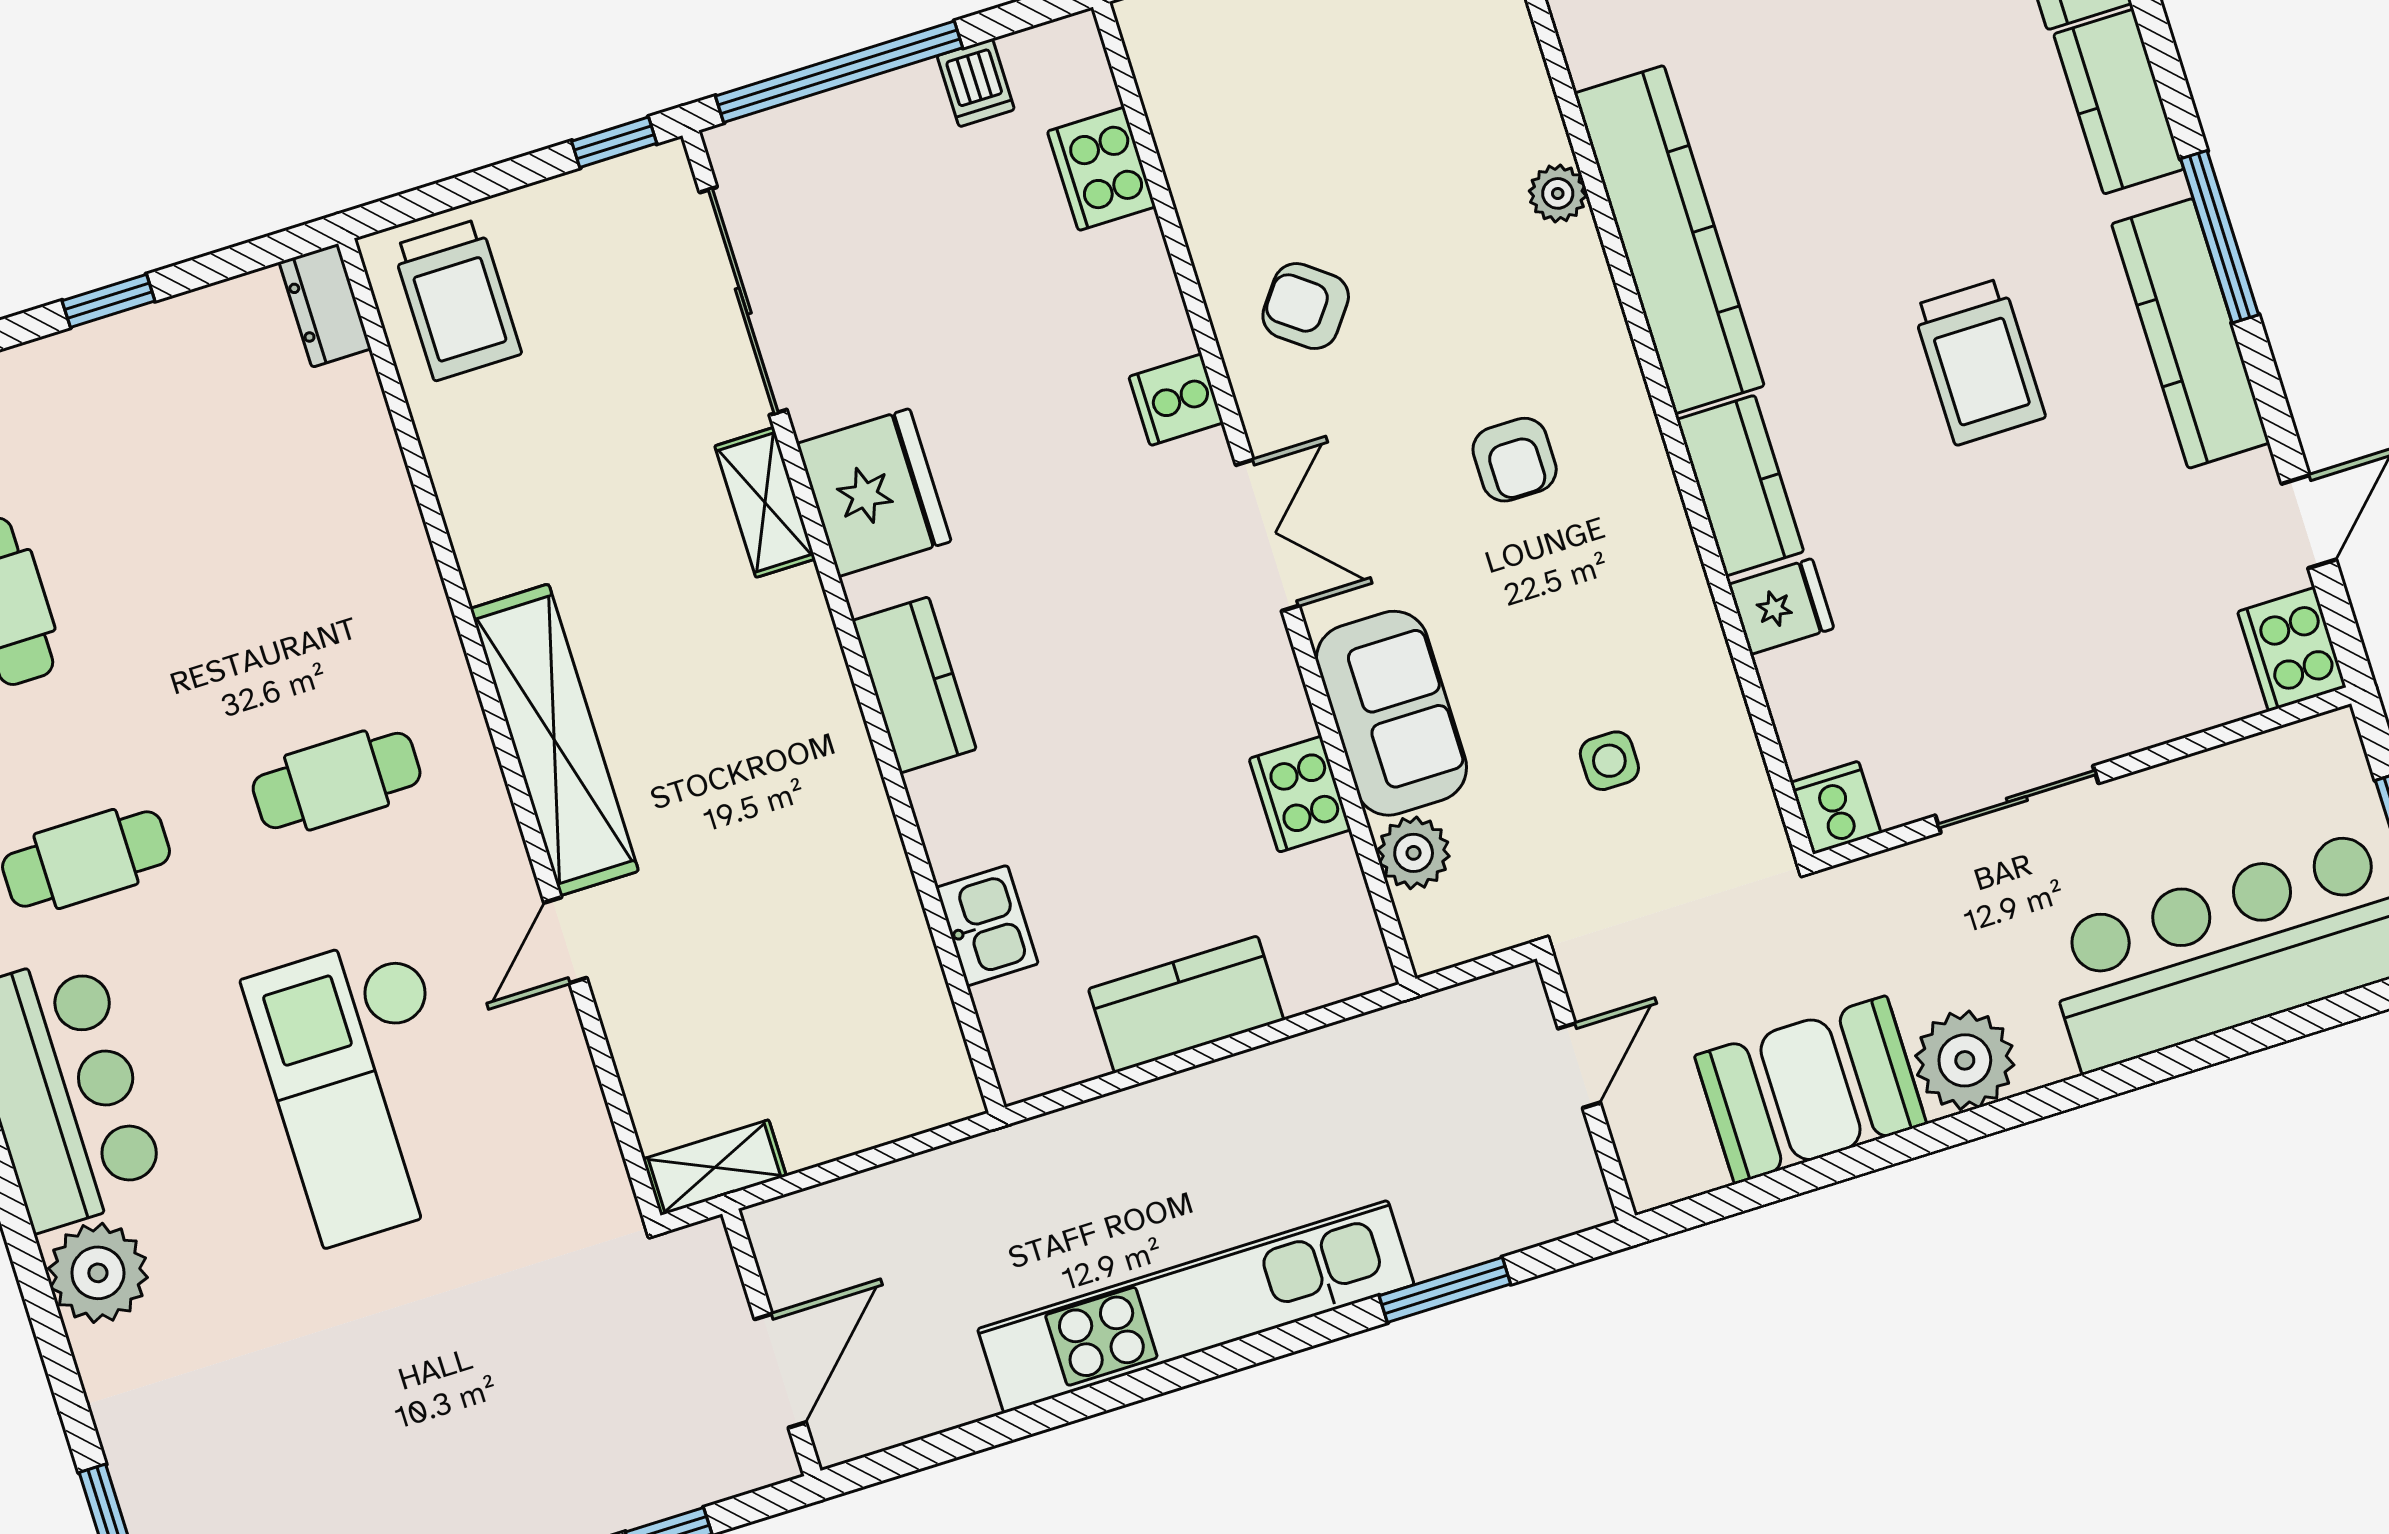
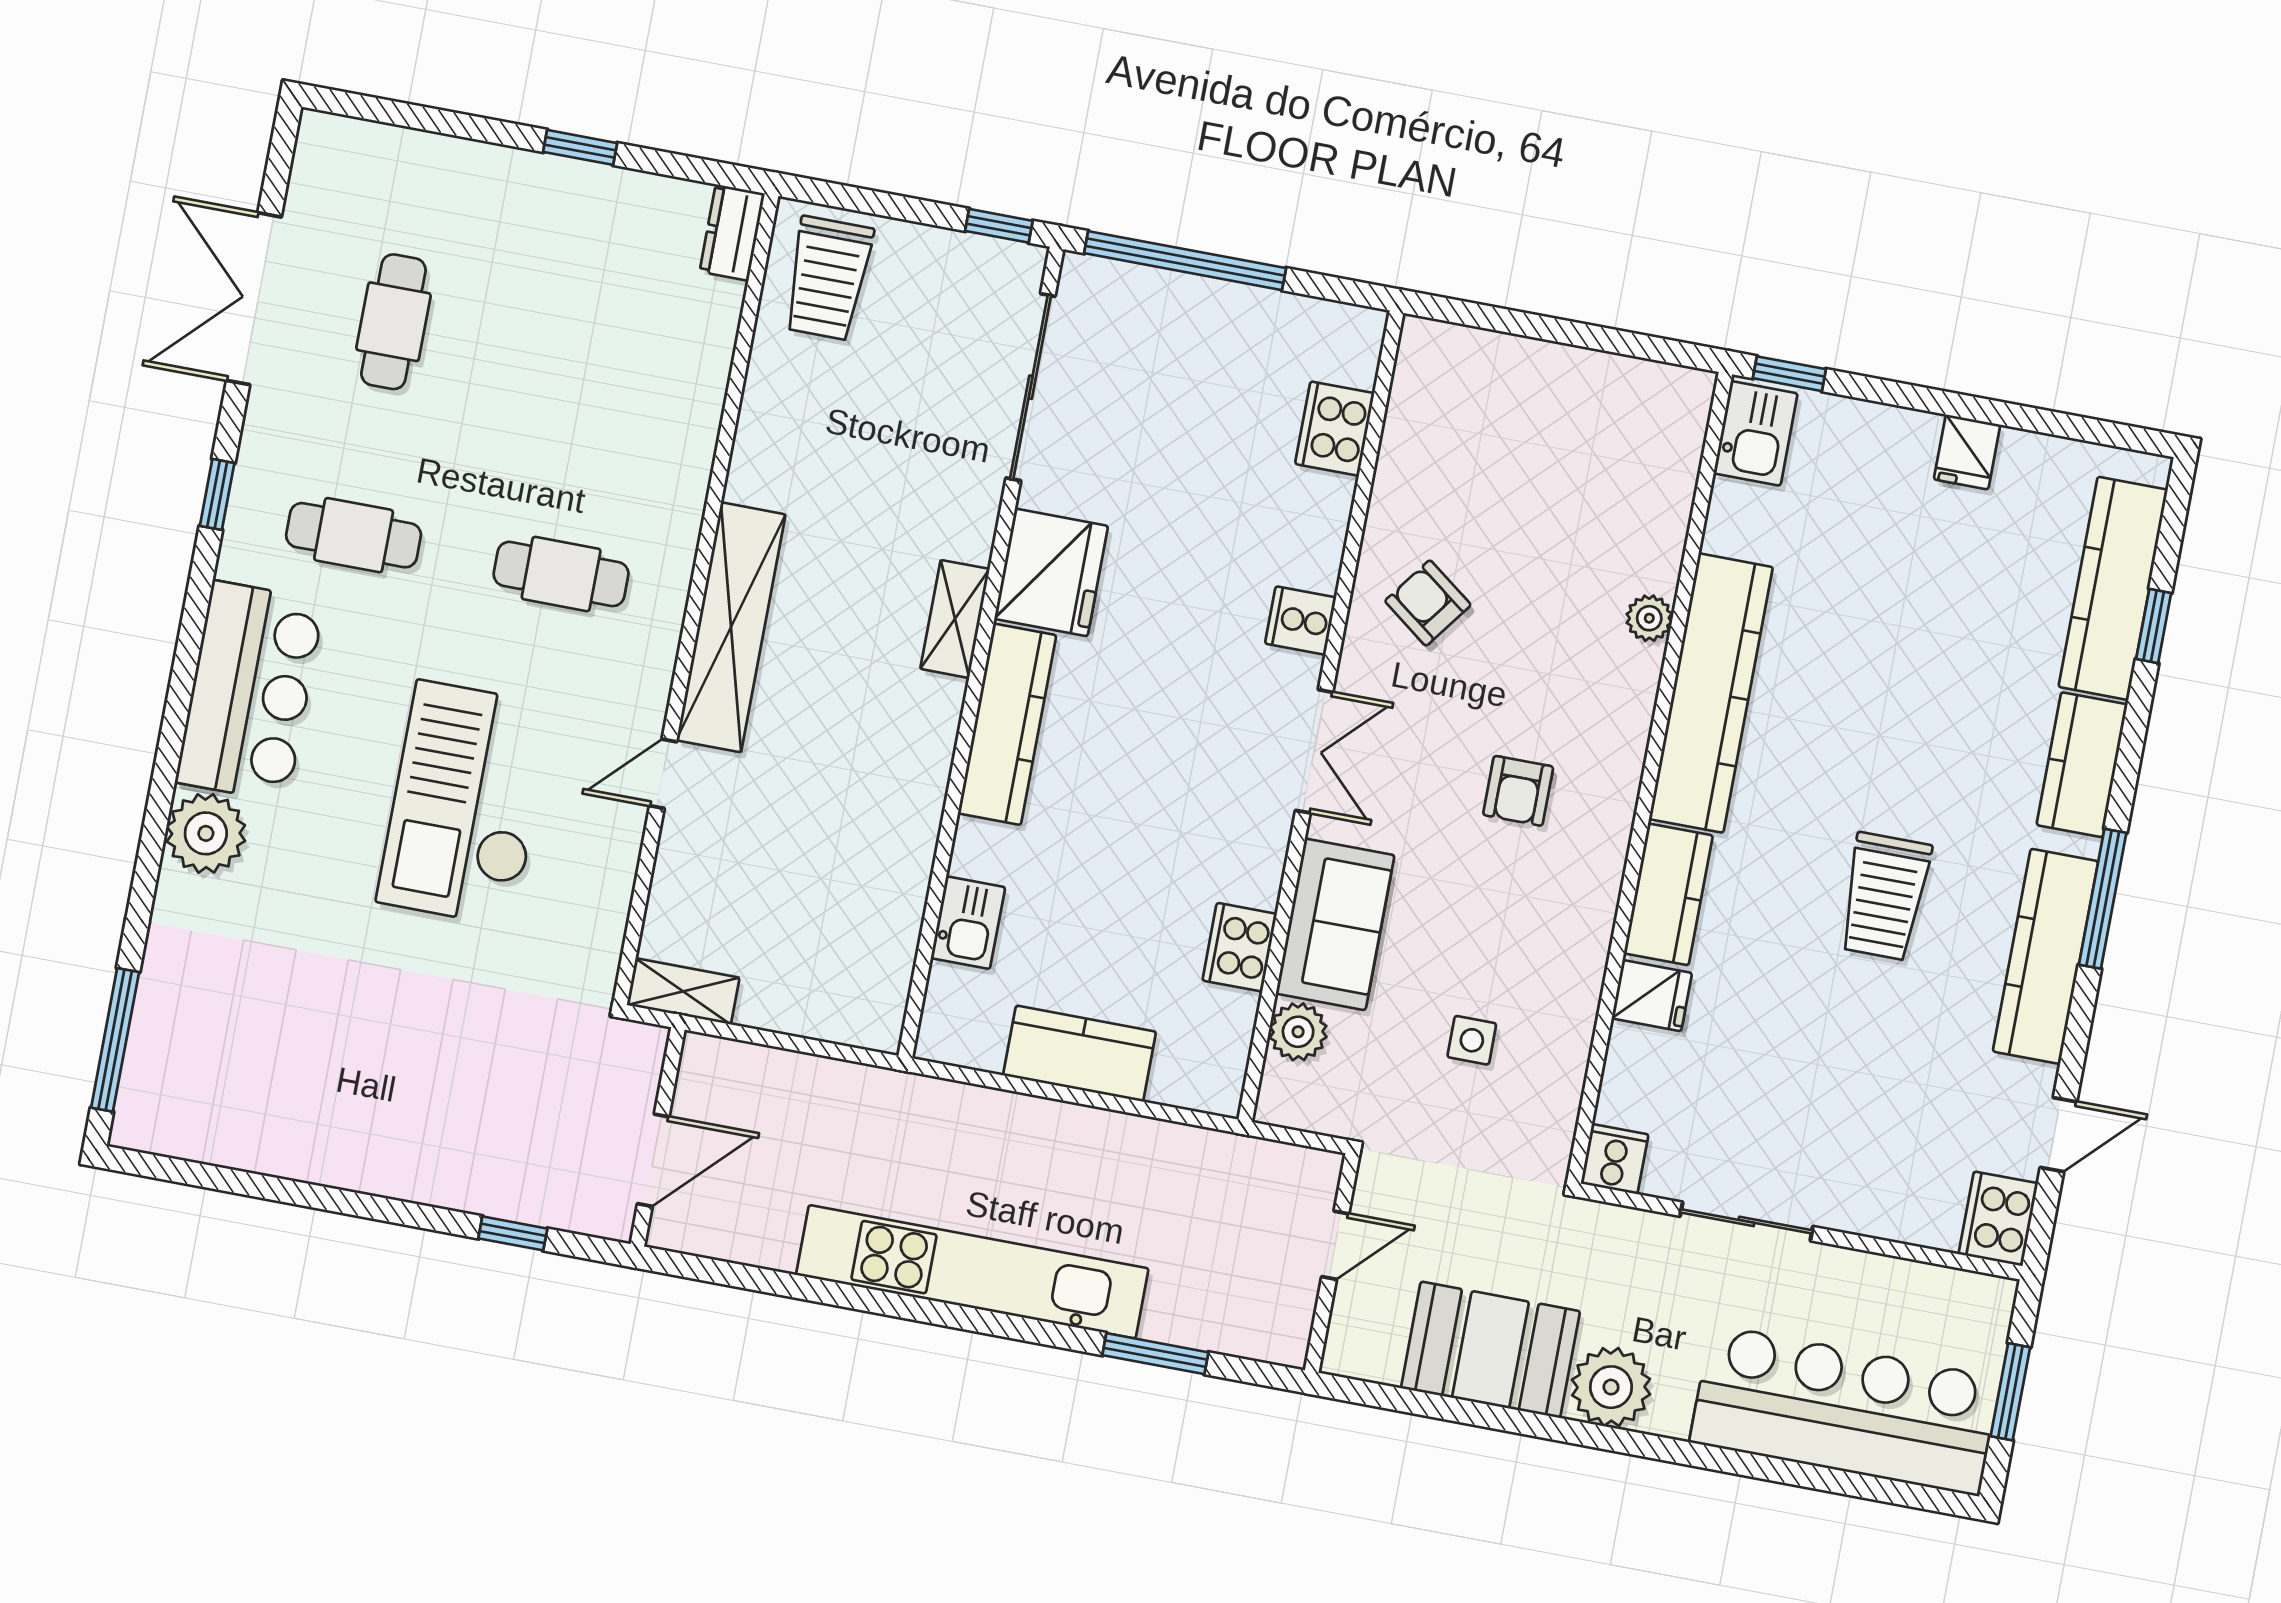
dishwasher: (976, 83) -> (1278, 320), removed
shelving: (765, 502) -> (955, 619), moved
kitchen counter: (914, 685) -> (1007, 724), width x1.50

